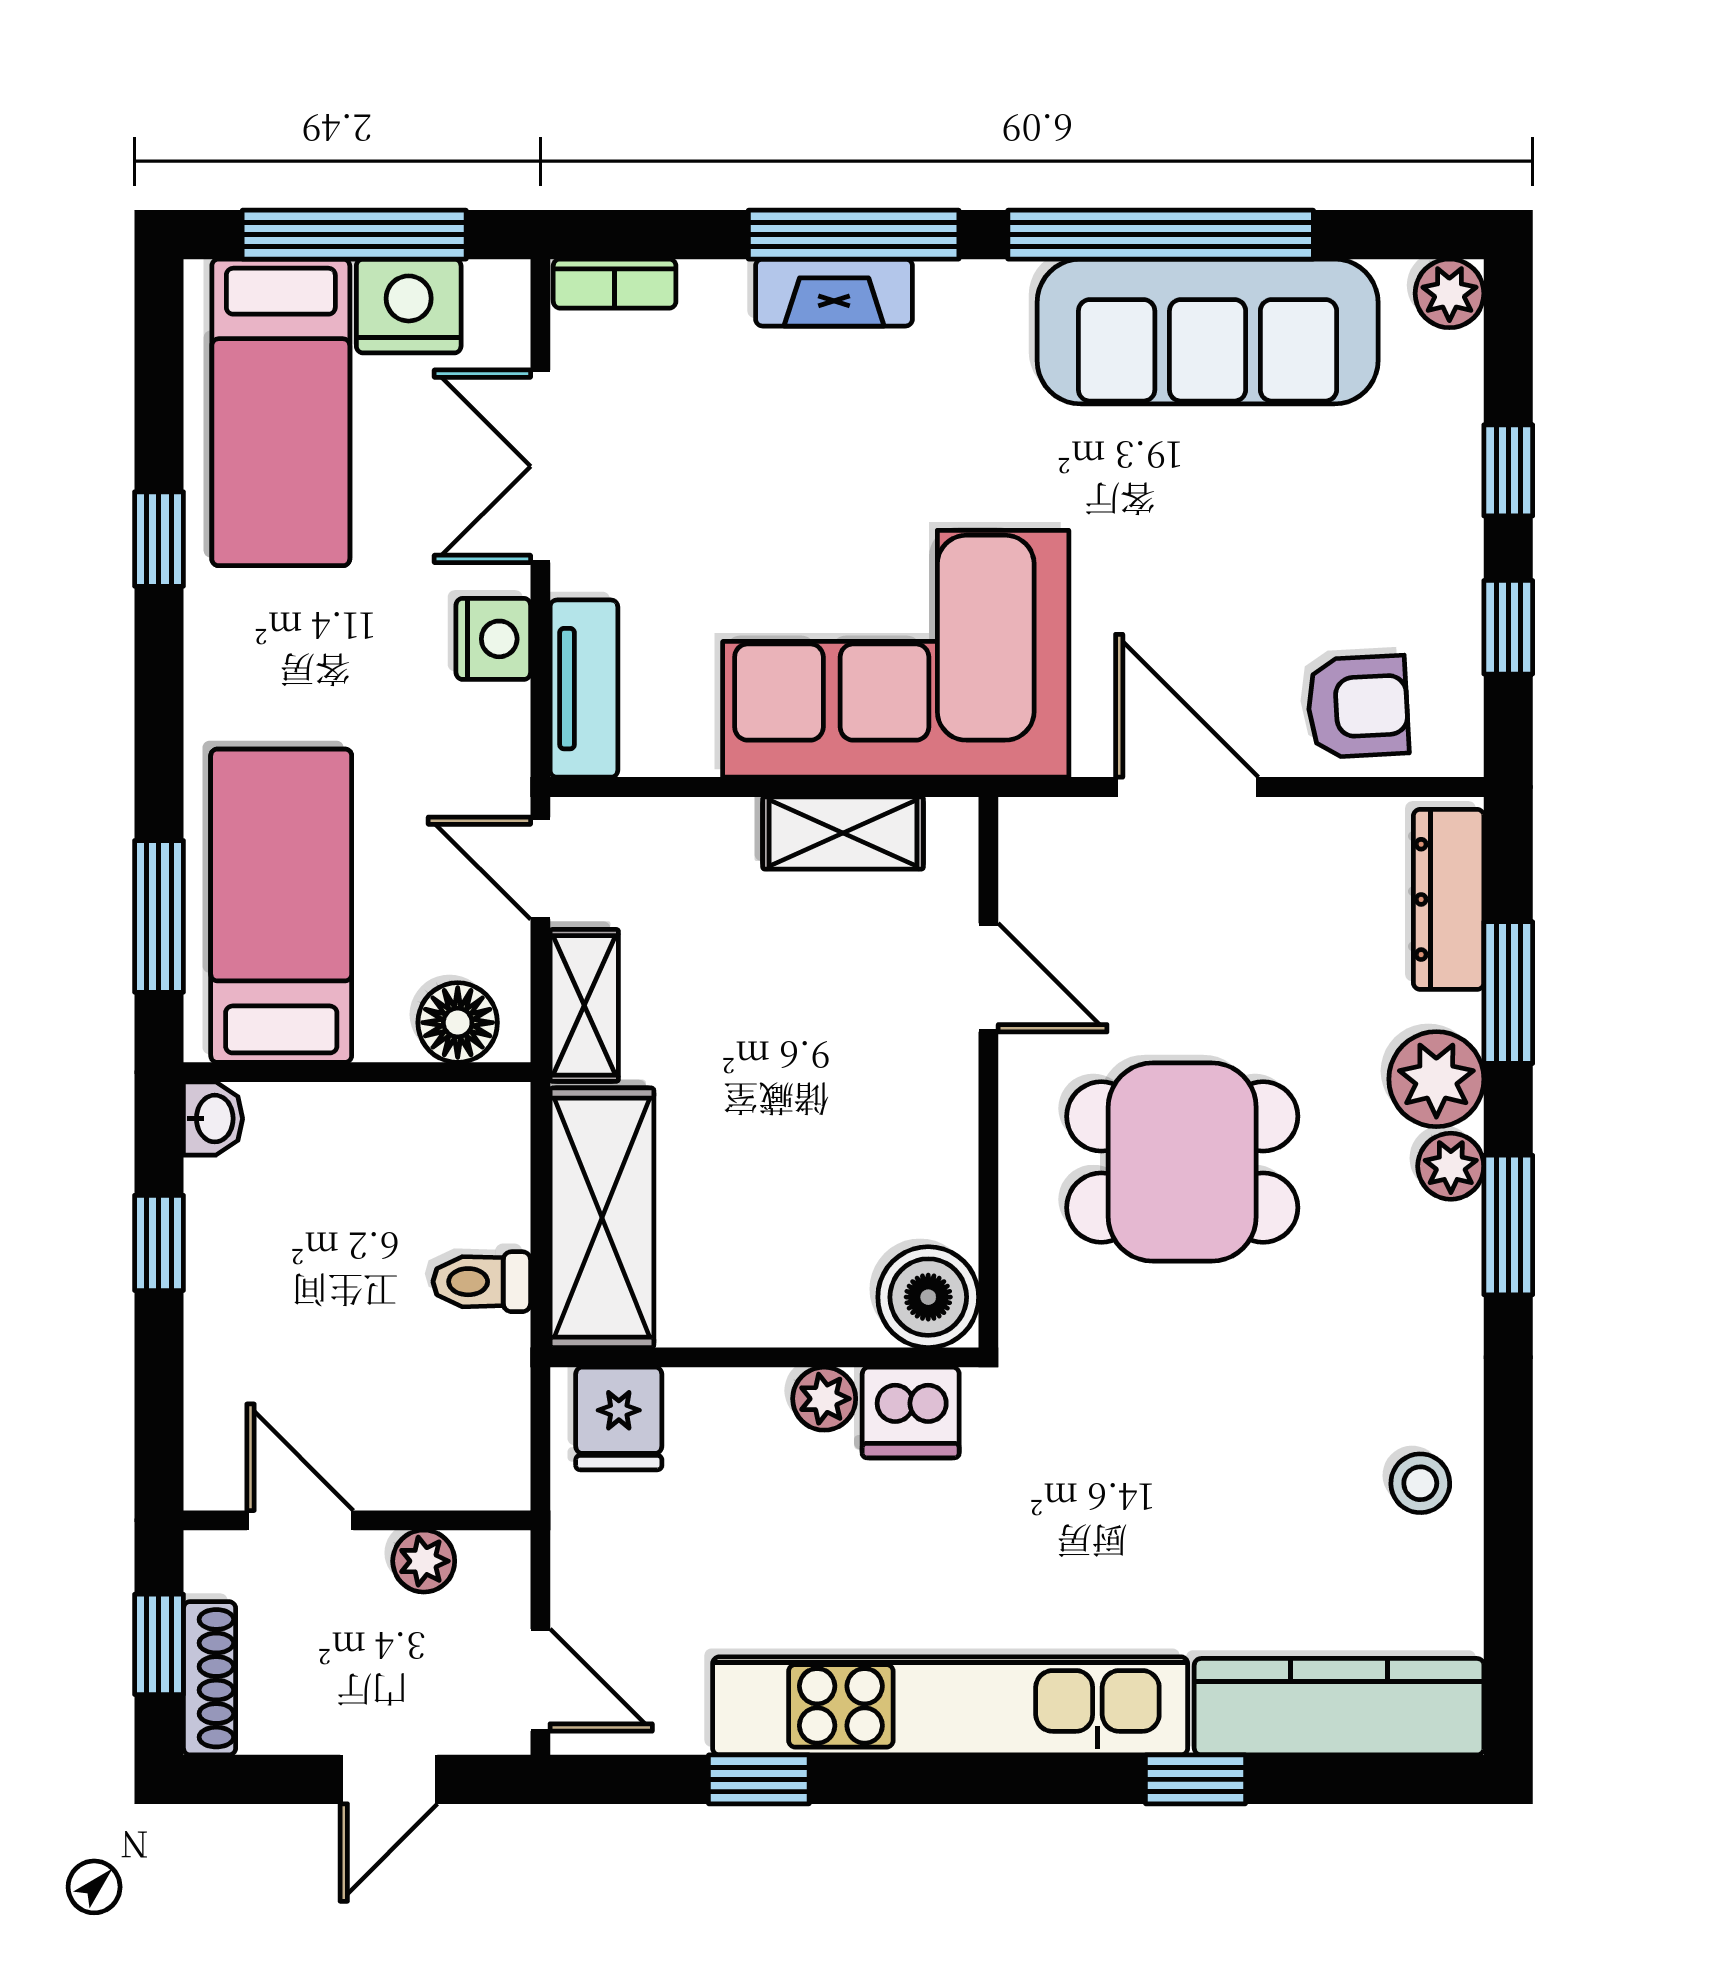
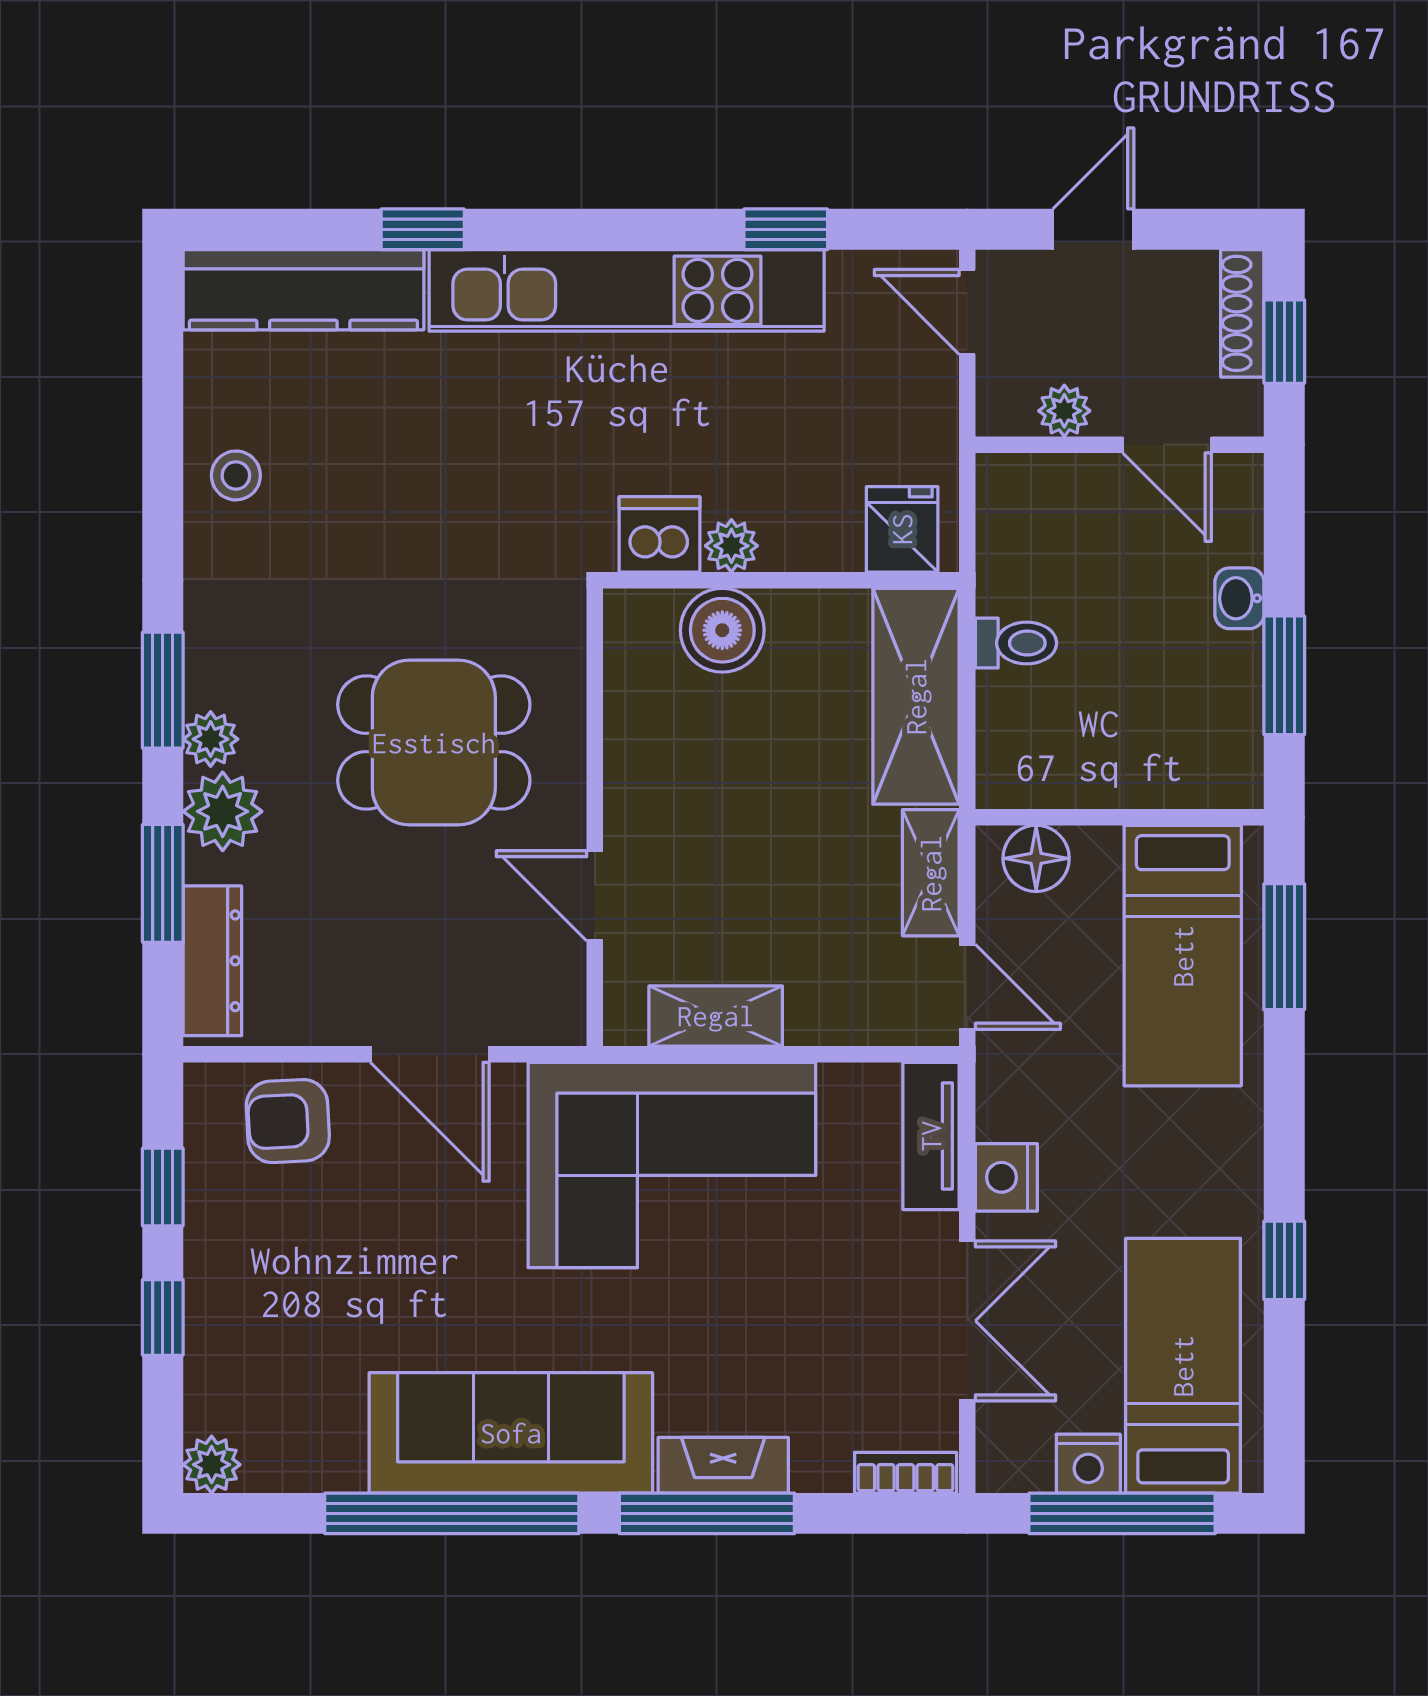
nightstand: (409, 306) -> (1088, 1464), width x0.74, depth x0.75
sofa: (1208, 331) -> (511, 1433), moved
washbasin: (213, 1119) -> (1239, 598), moved
window: (159, 1243) -> (1284, 675), width x1.50
boiler: (928, 1297) -> (722, 630), moved

